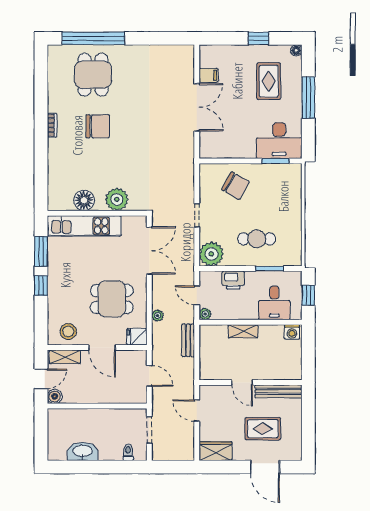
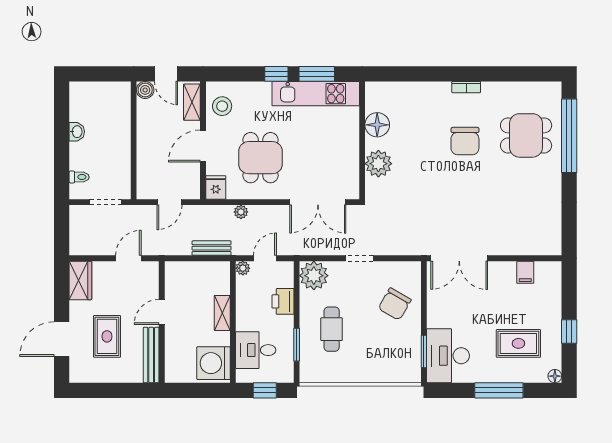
double door: (197, 107) -> (459, 258), moved
kitchen unit: (84, 226) -> (316, 94), moved, turned -90
washing machine: (292, 332) -> (214, 363), width x1.89, depth x1.89
washbasin: (83, 451) -> (77, 132), width x0.52, depth x0.69

